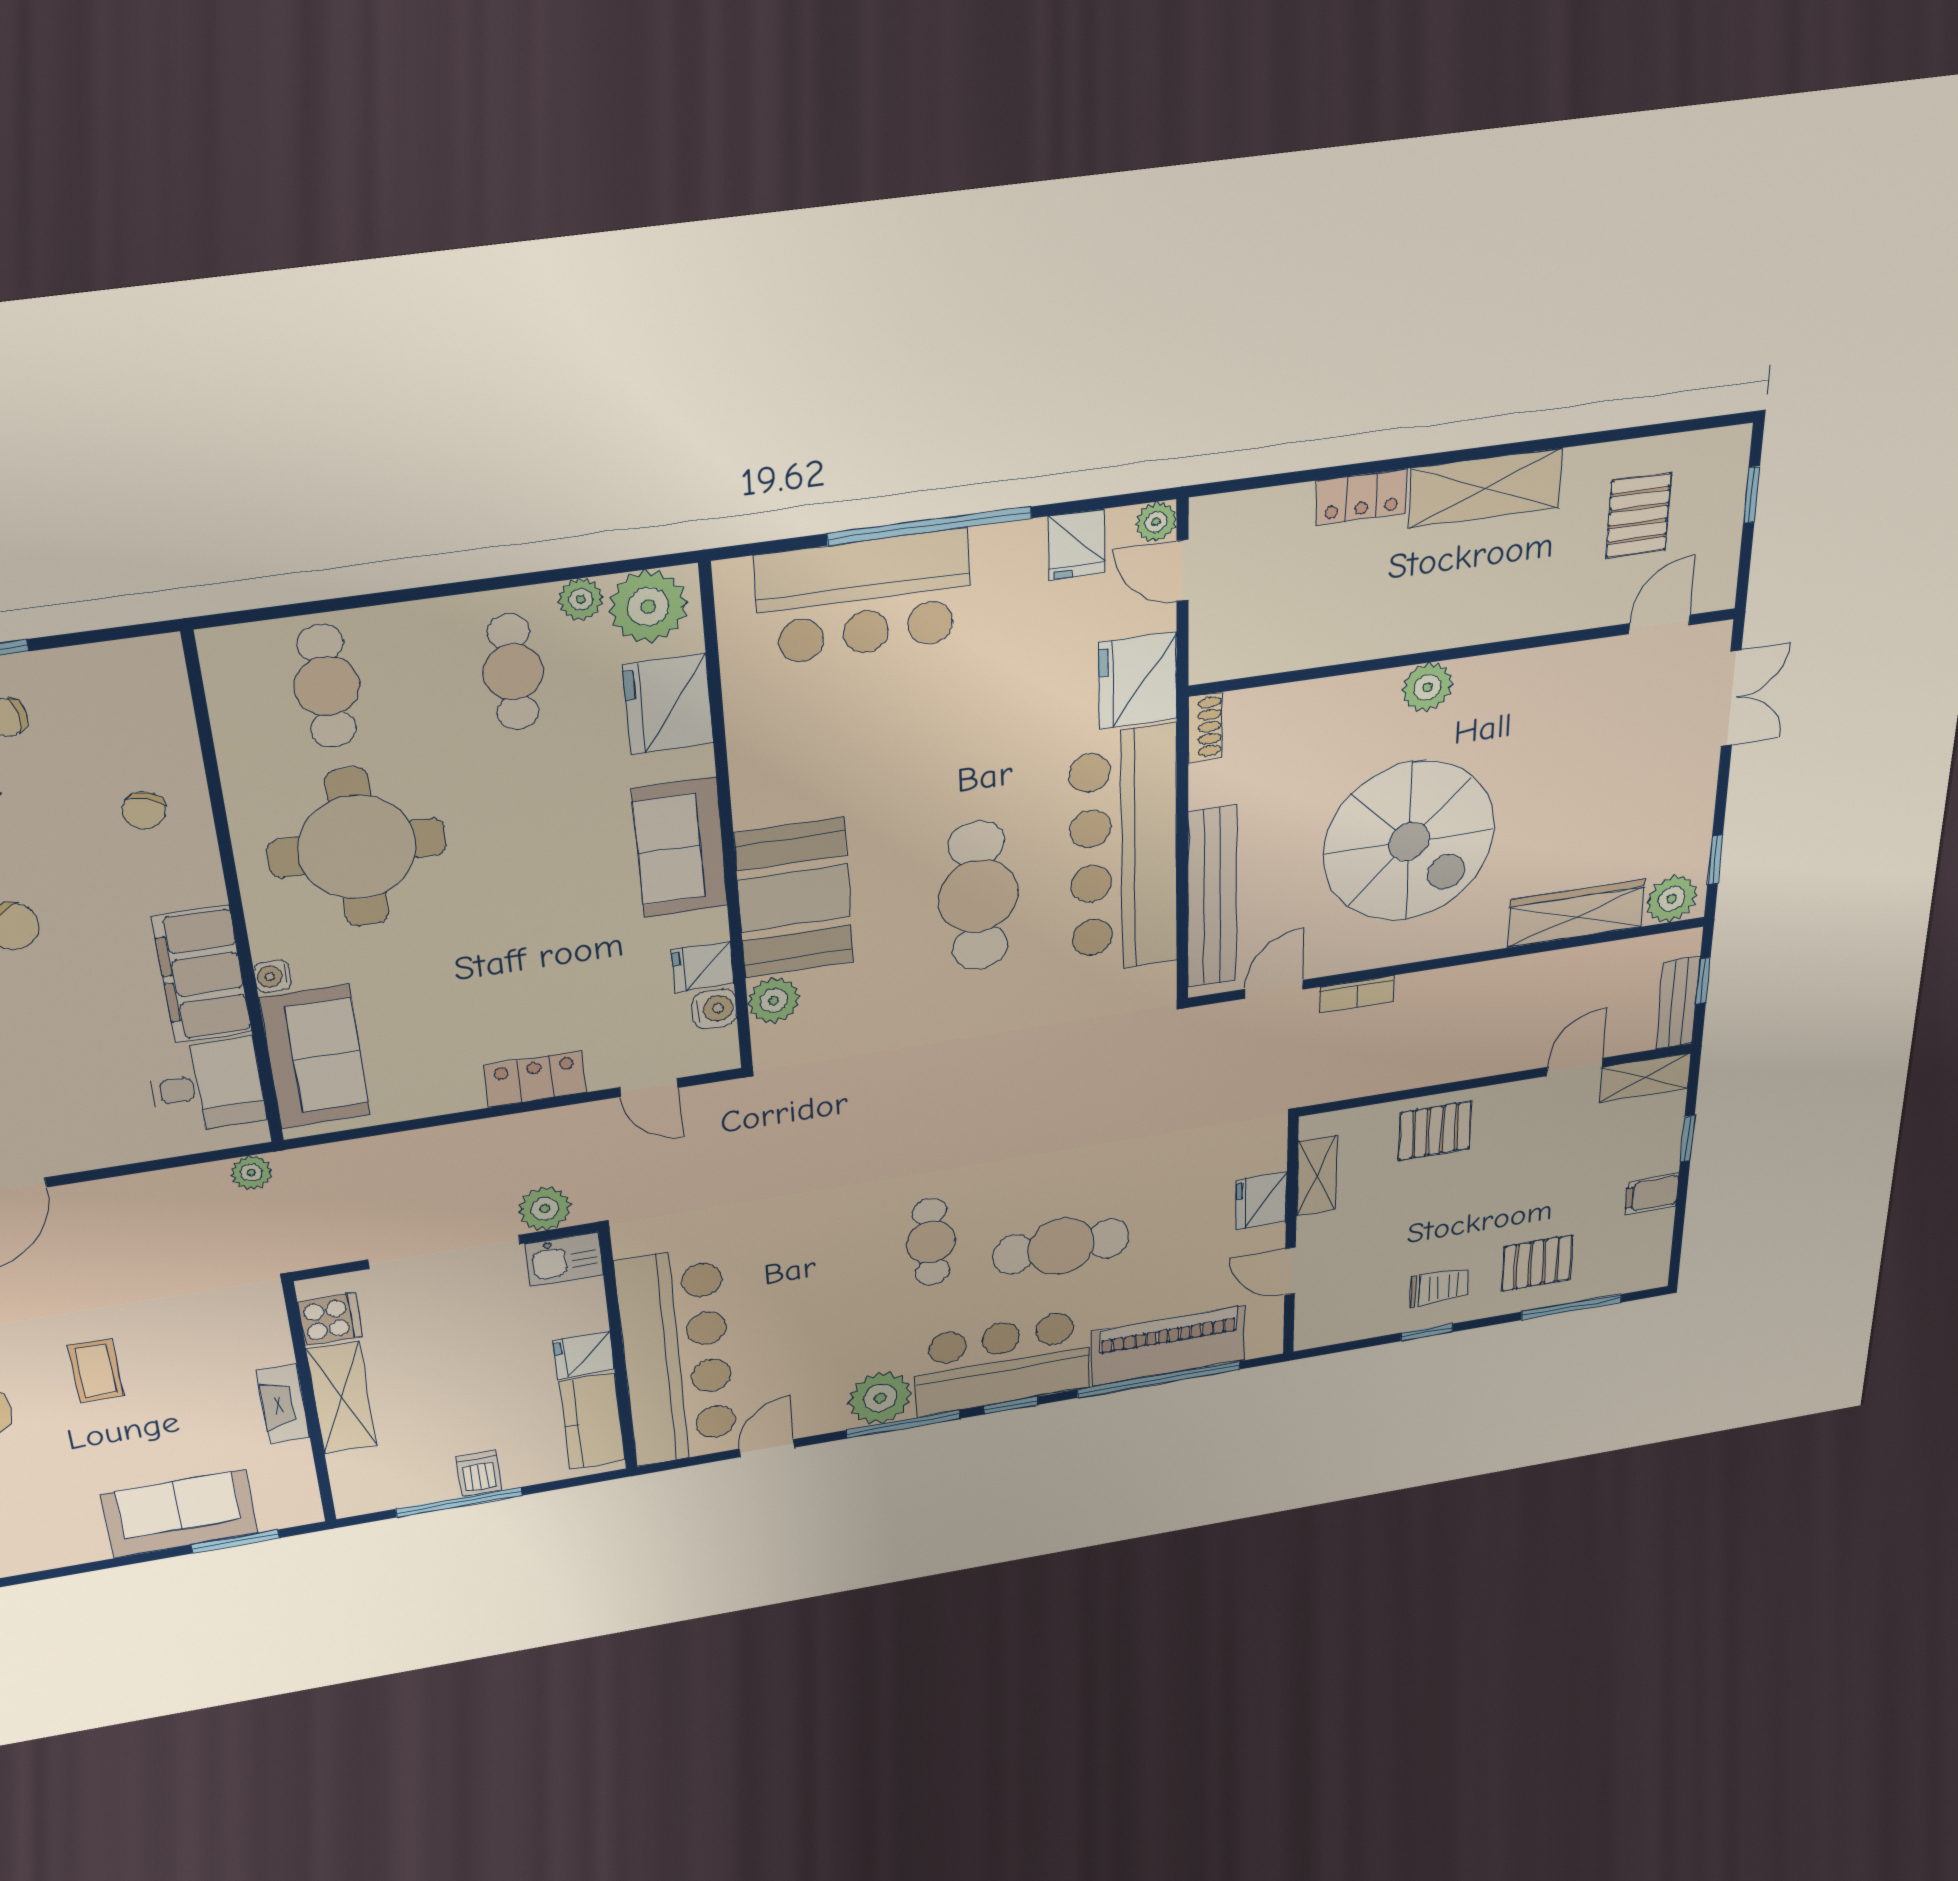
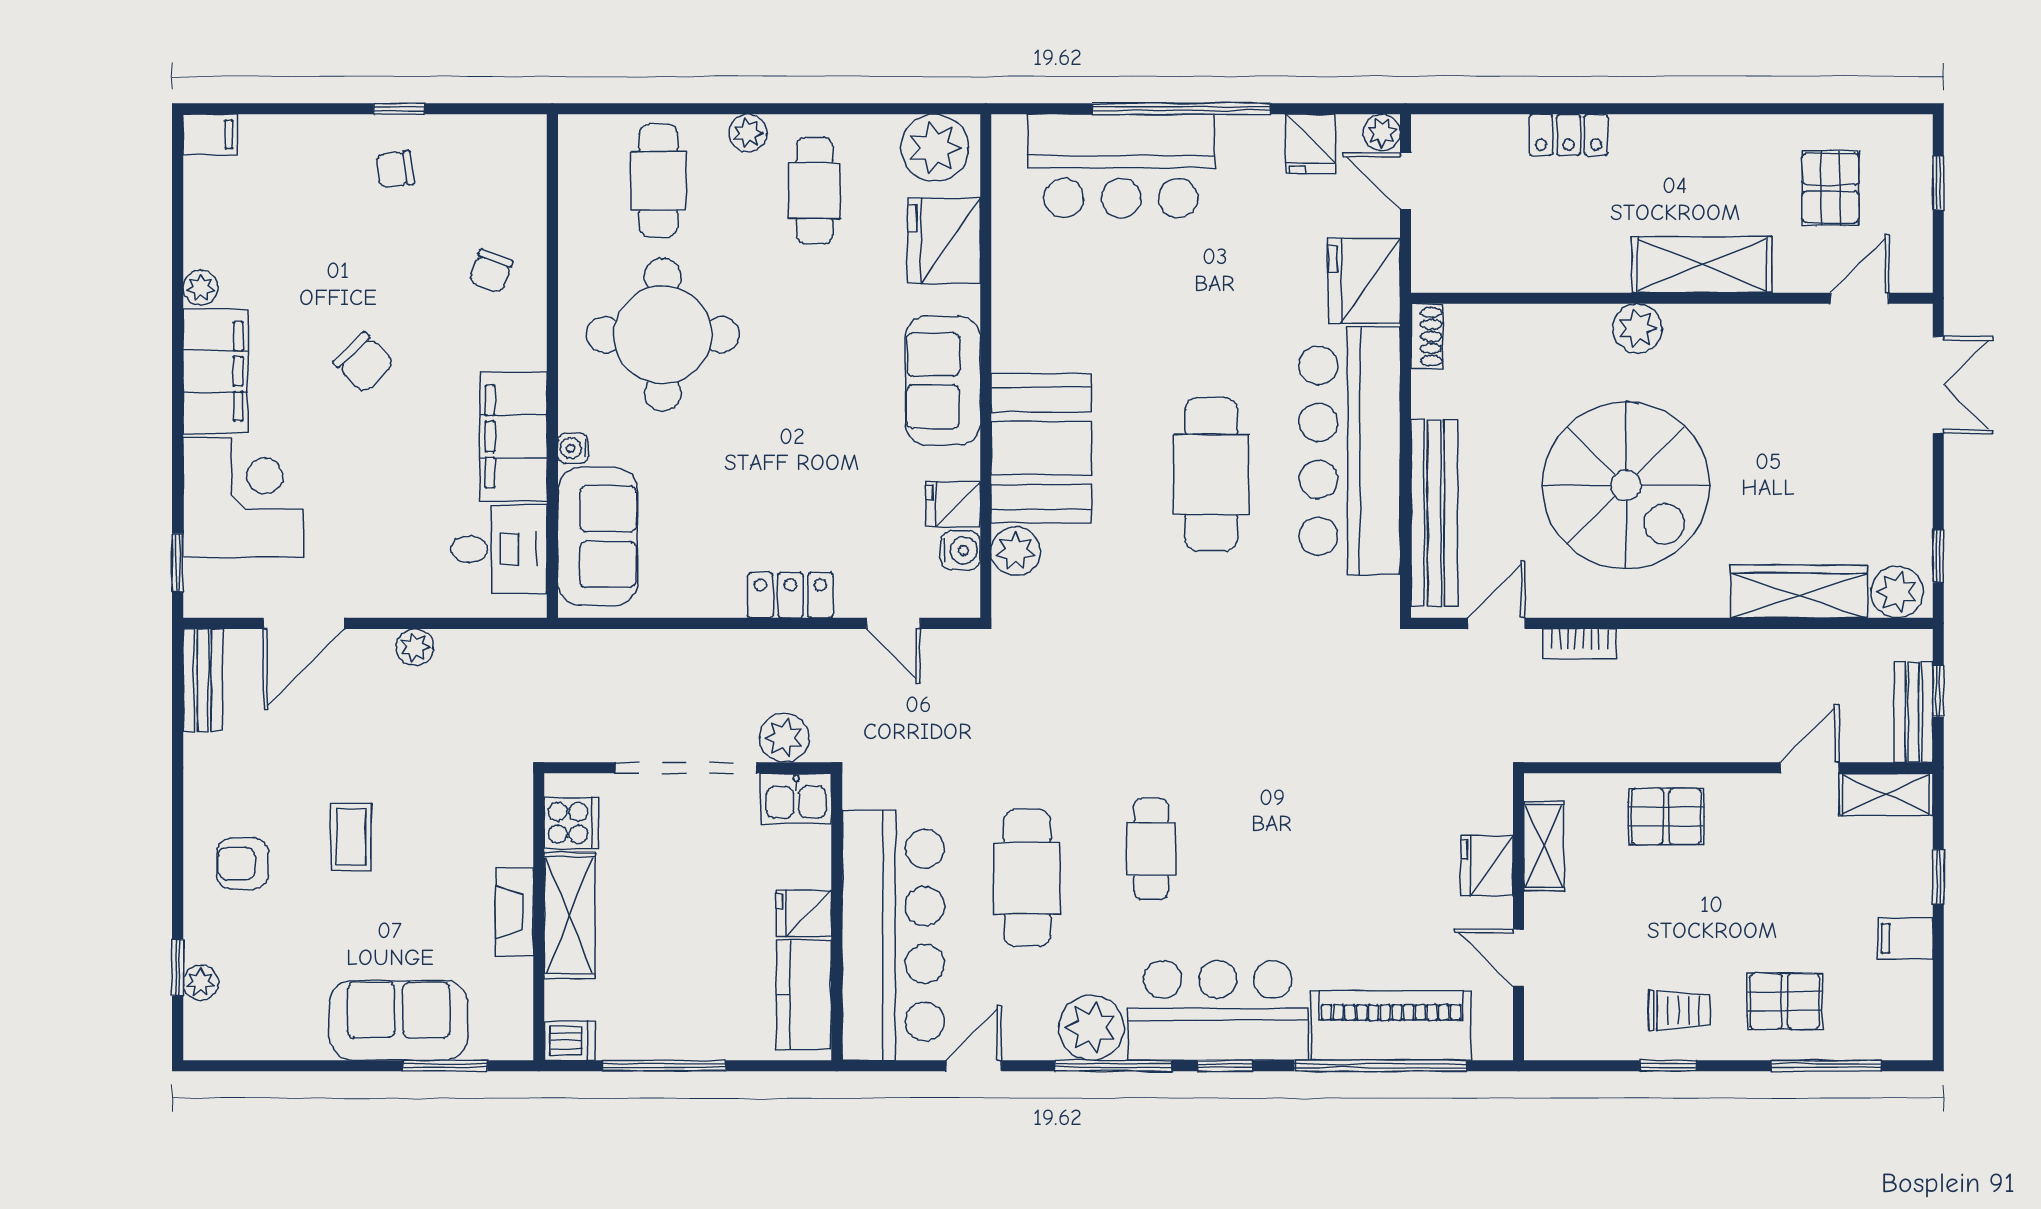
shelving: (1486, 488) -> (1702, 265), moved
plant: (581, 599) -> (748, 133), moved
plant: (251, 1173) -> (415, 647), moved
cafe table: (1061, 1246) -> (1027, 878), moved, turned 90
dishwasher: (479, 1474) -> (569, 1041), moved, turned 90

